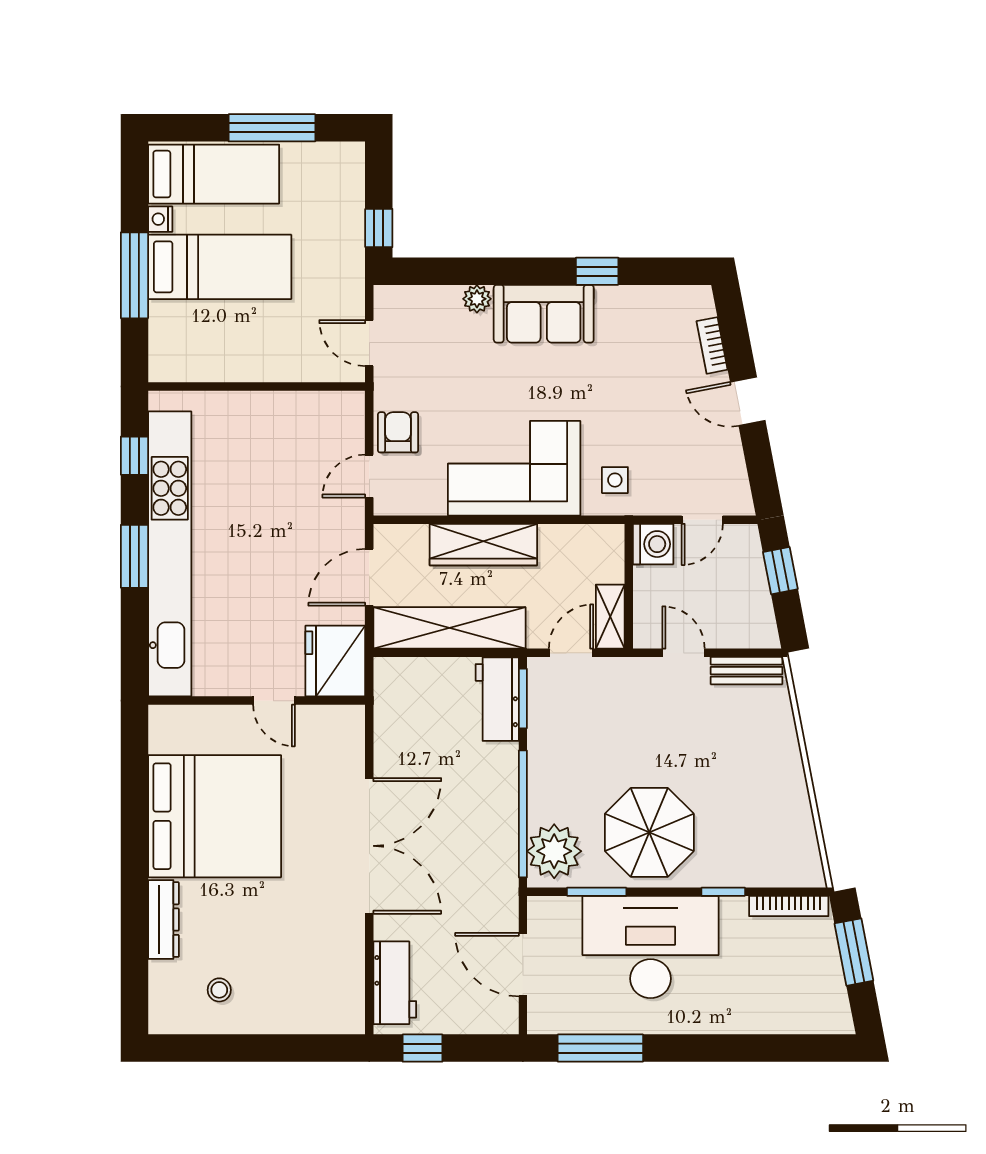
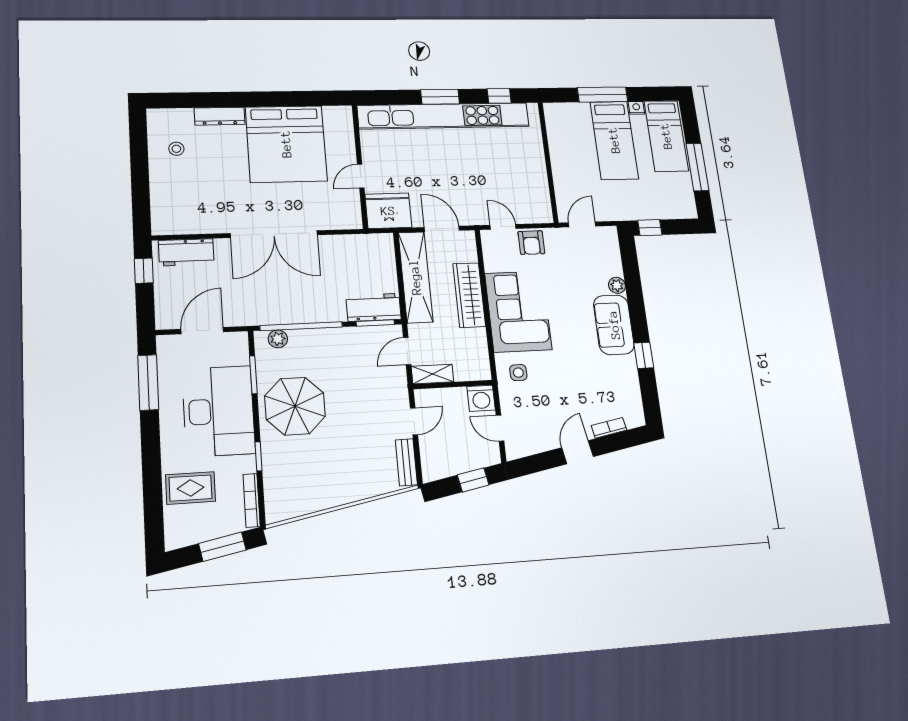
armchair: (398, 432) -> (531, 243), turned 90
door: (571, 653) -> (407, 351), swing flipped
plant: (554, 851) -> (278, 339), width x0.53, depth x0.53
rug: (764, 994) -> (190, 488), added

